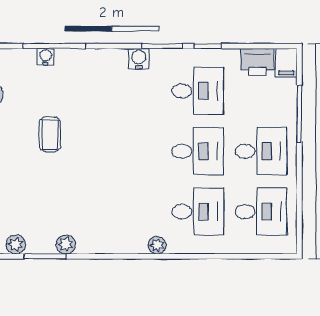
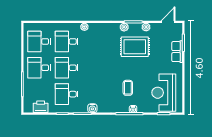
filing cabinet: (286, 63) -> (28, 106), removed
coffee table: (50, 134) -> (128, 88), moved
rug: (42, 199) -> (135, 47), added

